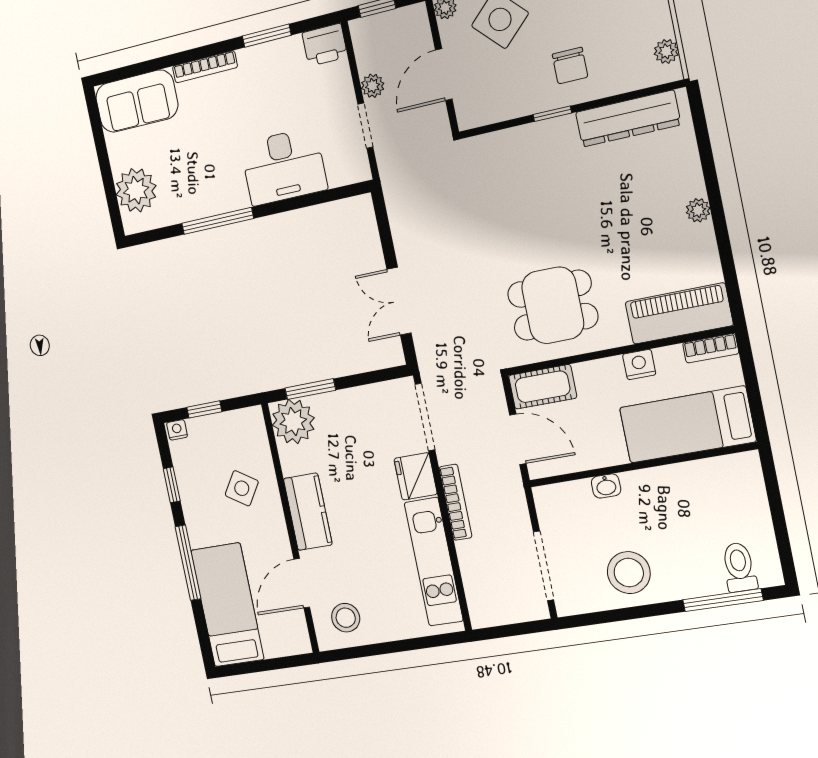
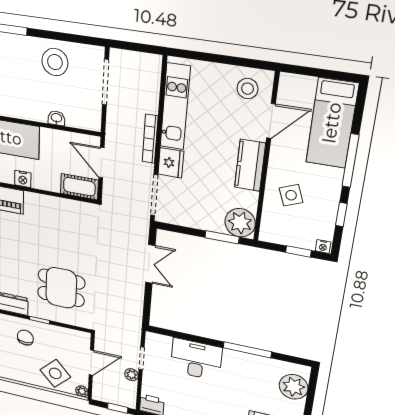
dining table: (553, 305) -> (61, 288), moved
side table: (242, 488) -> (291, 195), turned 36

